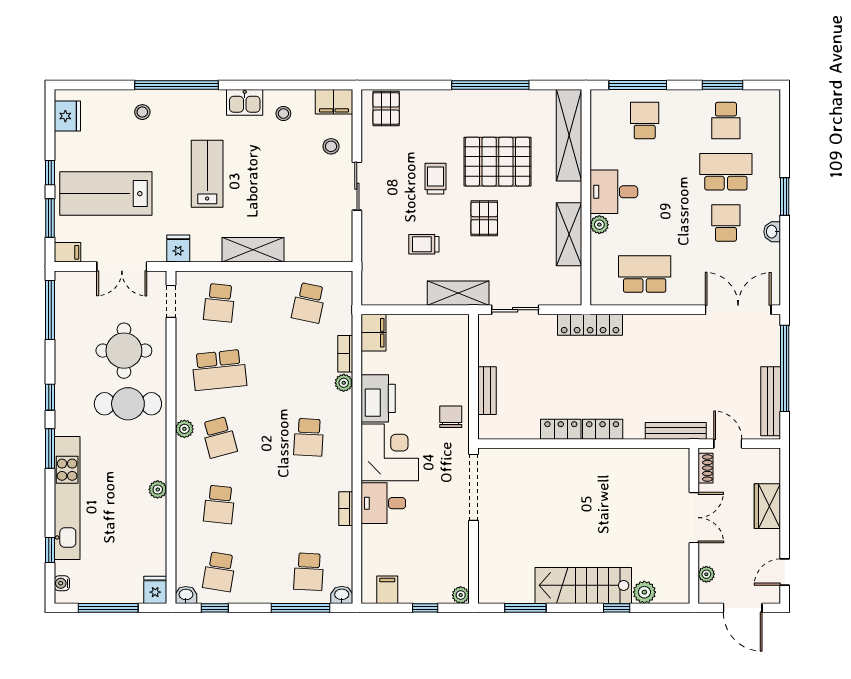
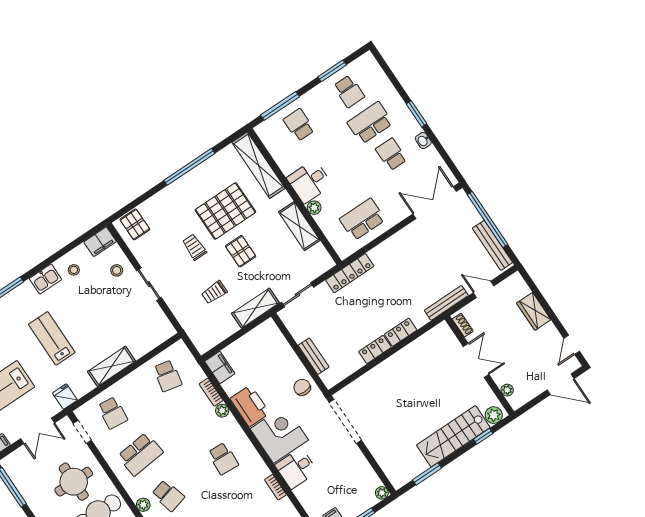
shoe rack: (706, 468) -> (463, 325), moved
double door: (694, 518) -> (476, 360), moved
wall: (694, 526) -> (479, 365), moved
plant: (706, 574) -> (507, 390), moved

